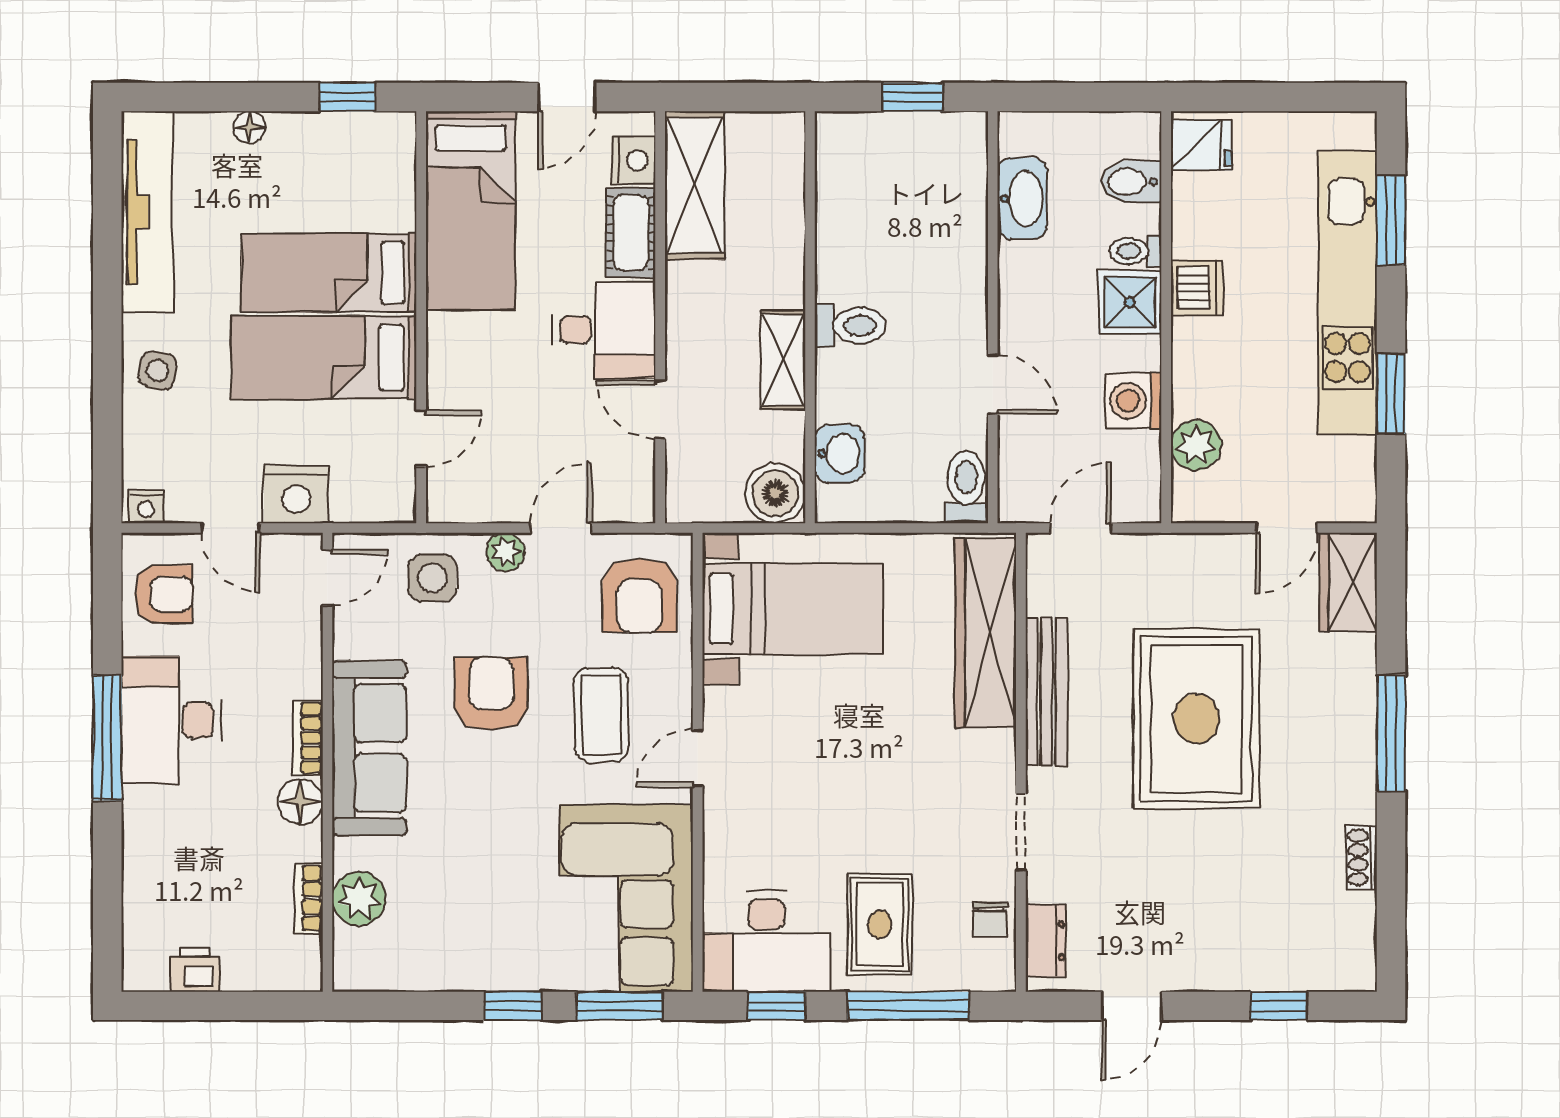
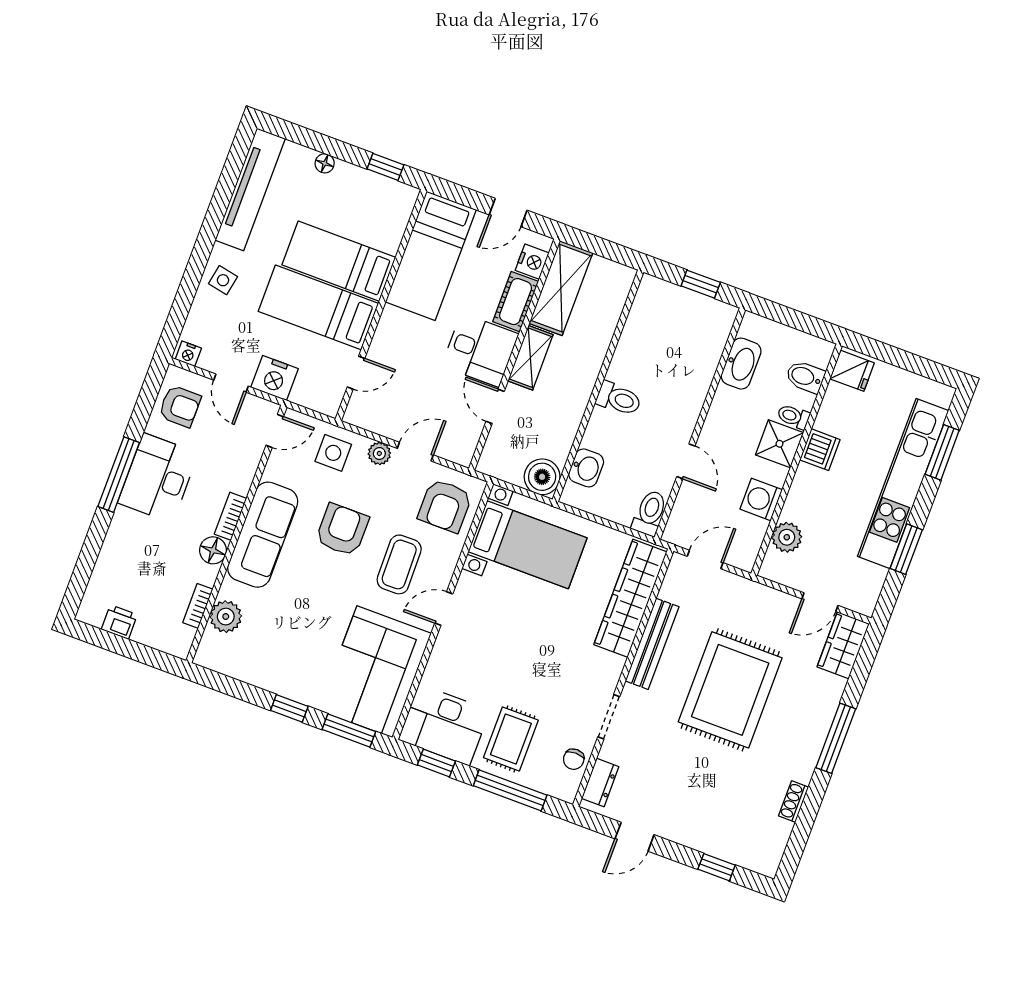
shelving: (783, 360) -> (530, 358), moved

